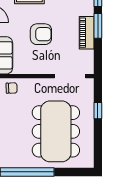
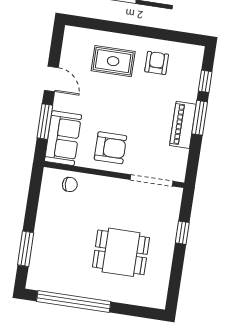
armchair: (41, 34) -> (110, 148), moved
dining table: (56, 131) -> (121, 252), width x0.53, depth x0.80

